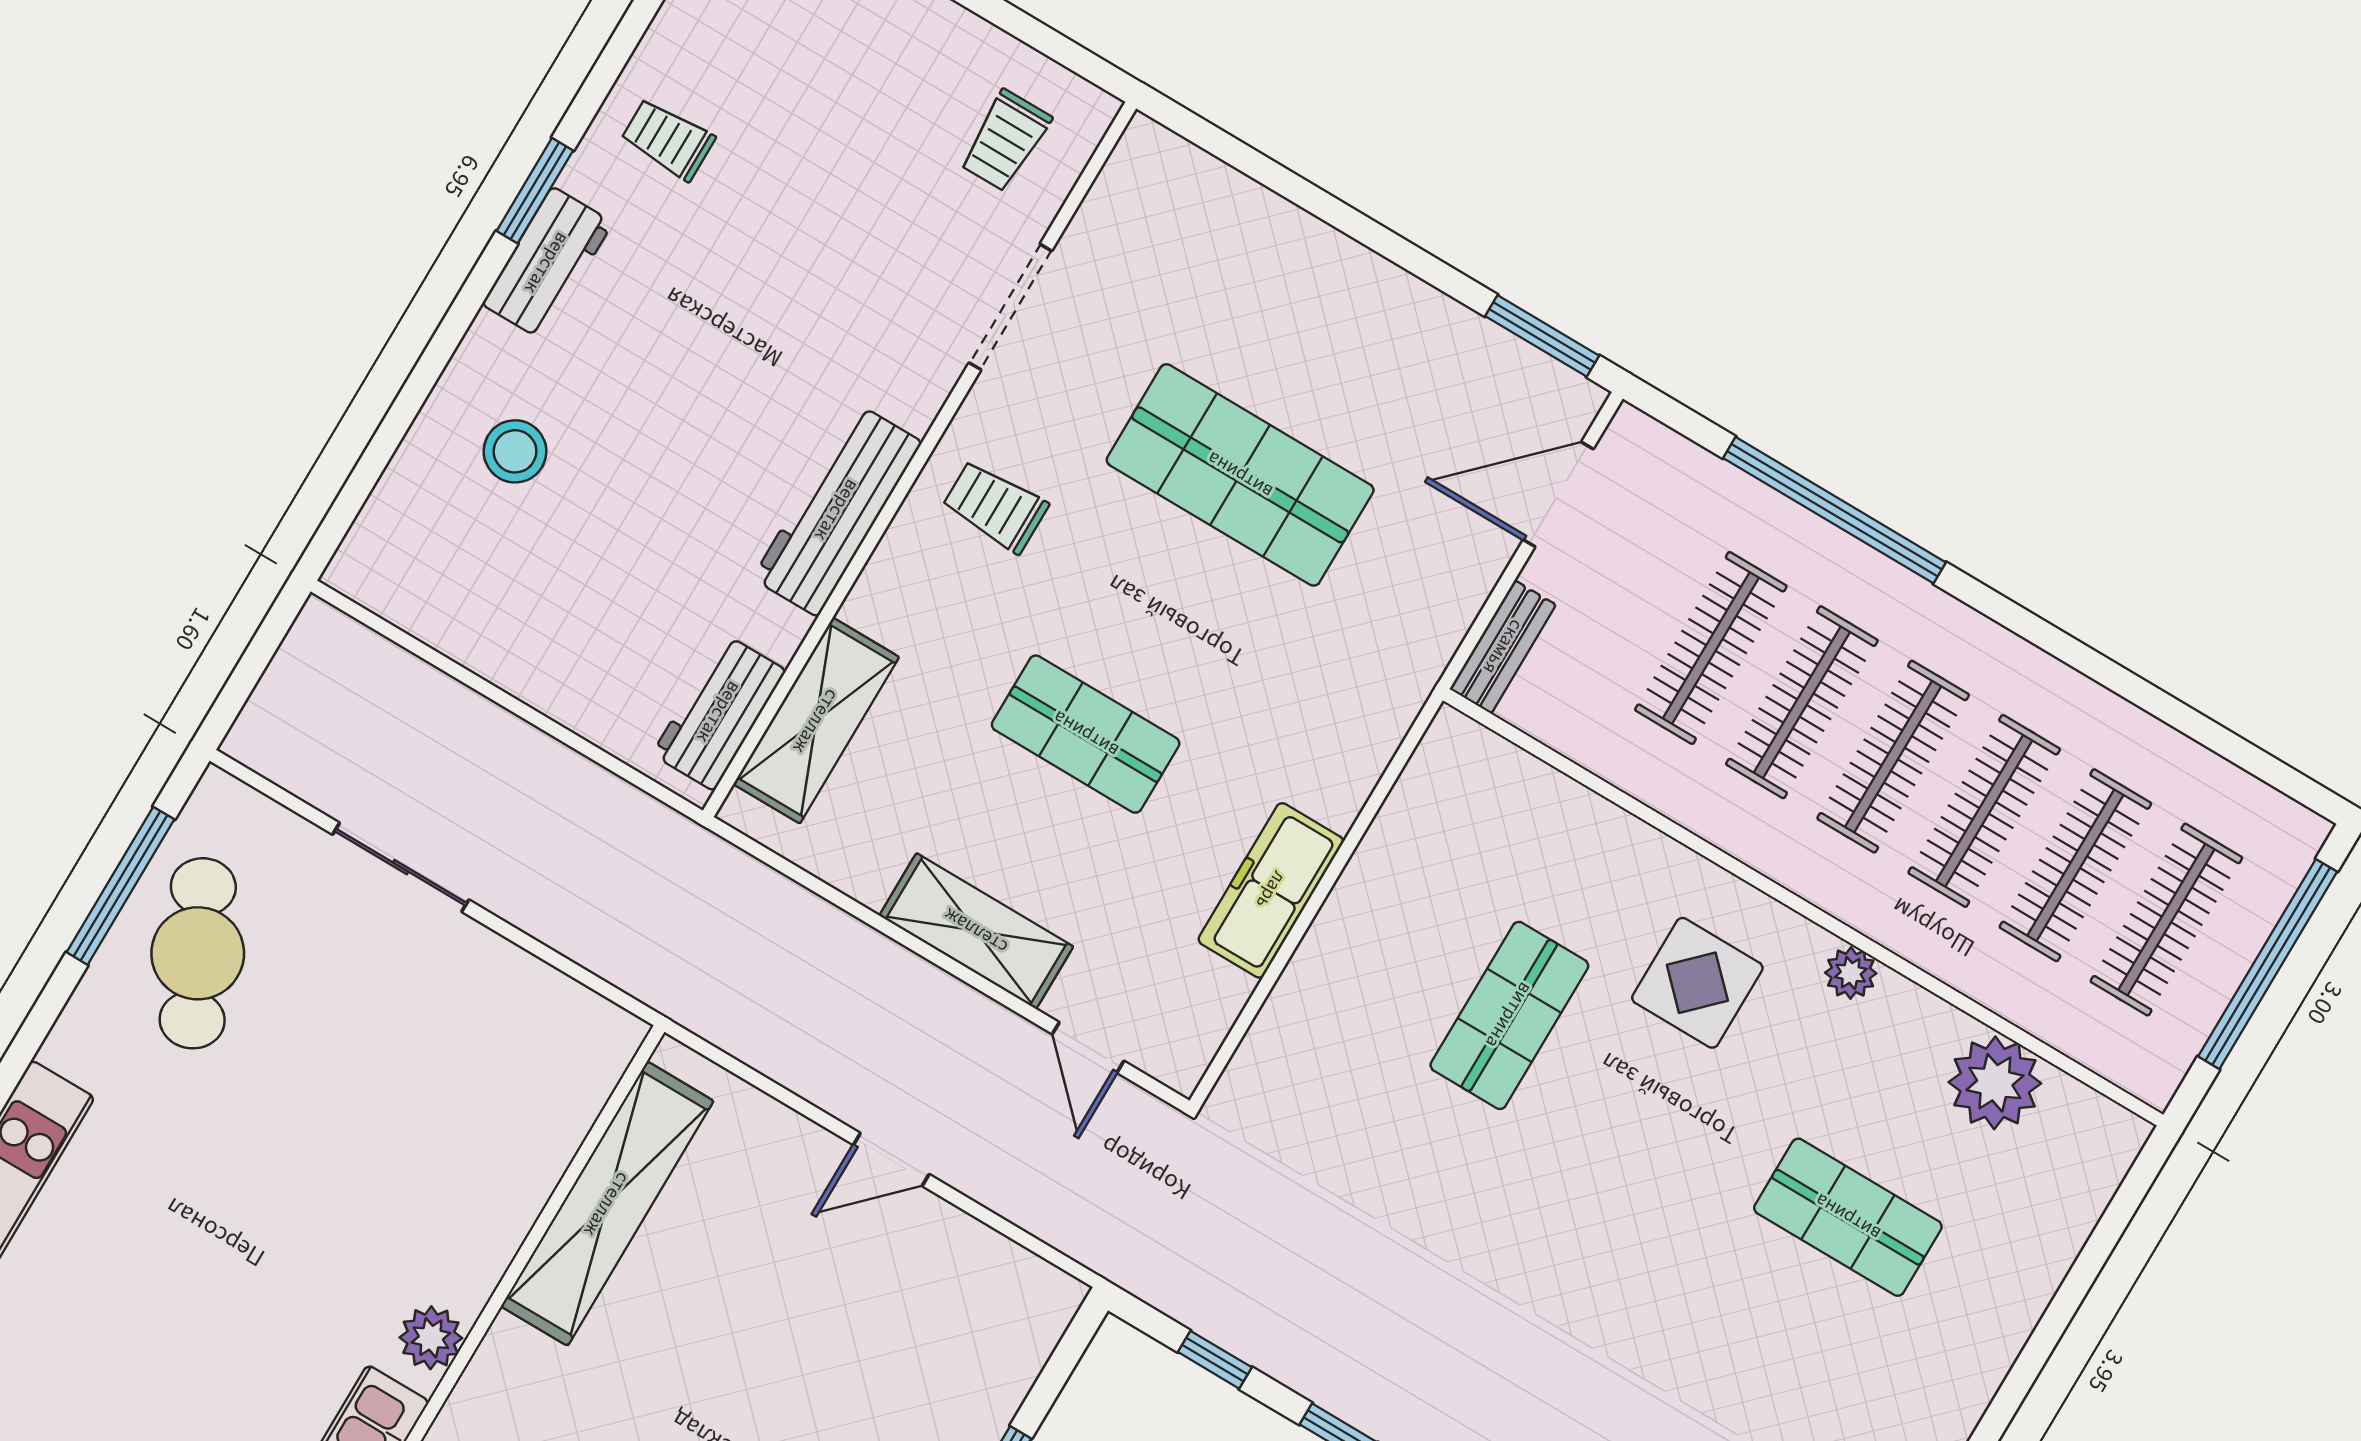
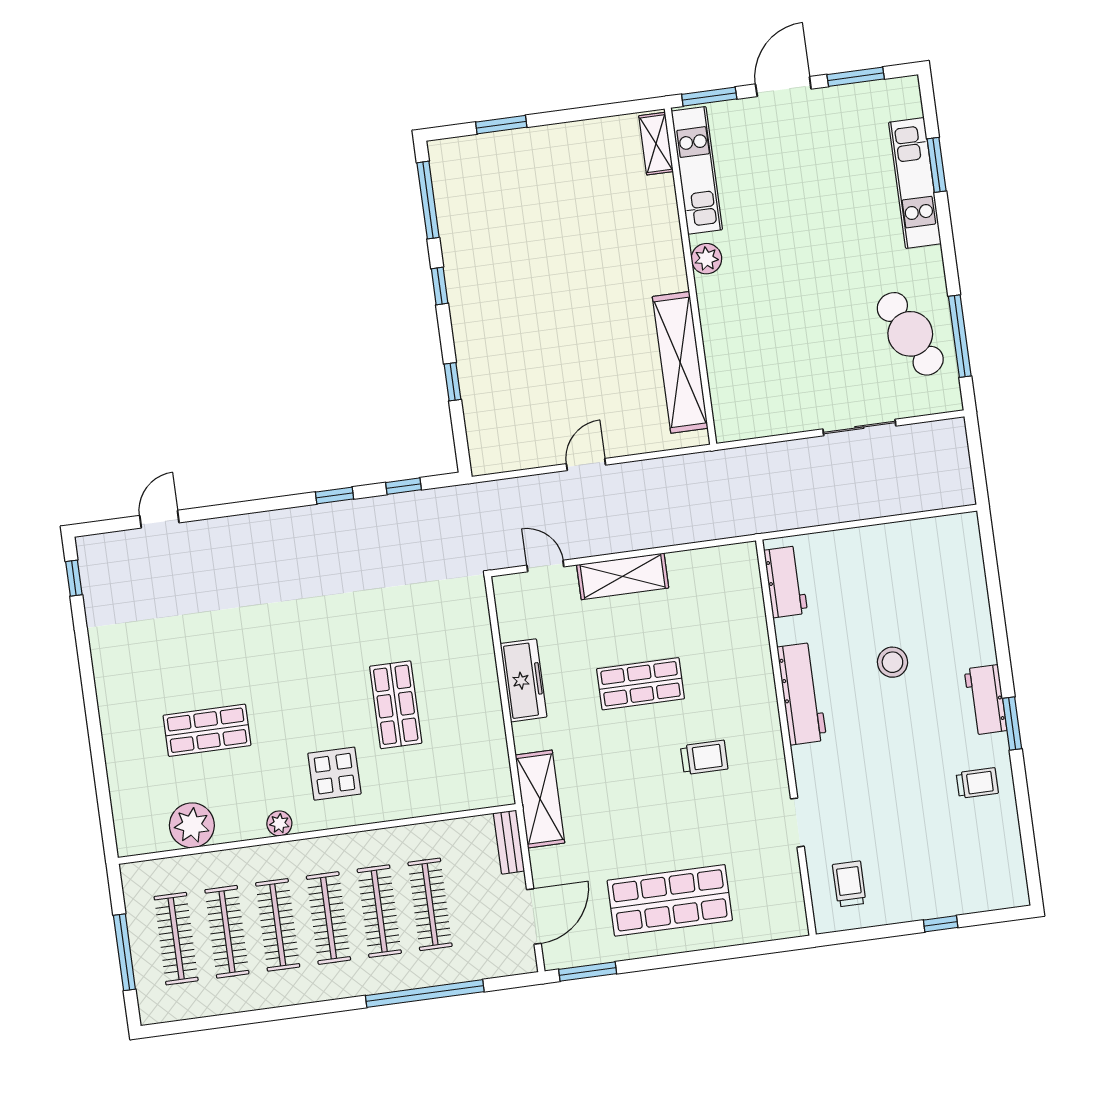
doorway: (1010, 307) -> (797, 823), width x0.73
stool: (515, 451) -> (892, 662), moved
shop shelf: (1240, 475) -> (670, 900), moved
trolley: (995, 506) -> (704, 757), moved
shelving: (816, 721) -> (540, 799), moved
window: (2268, 964) -> (124, 952), width x0.68

